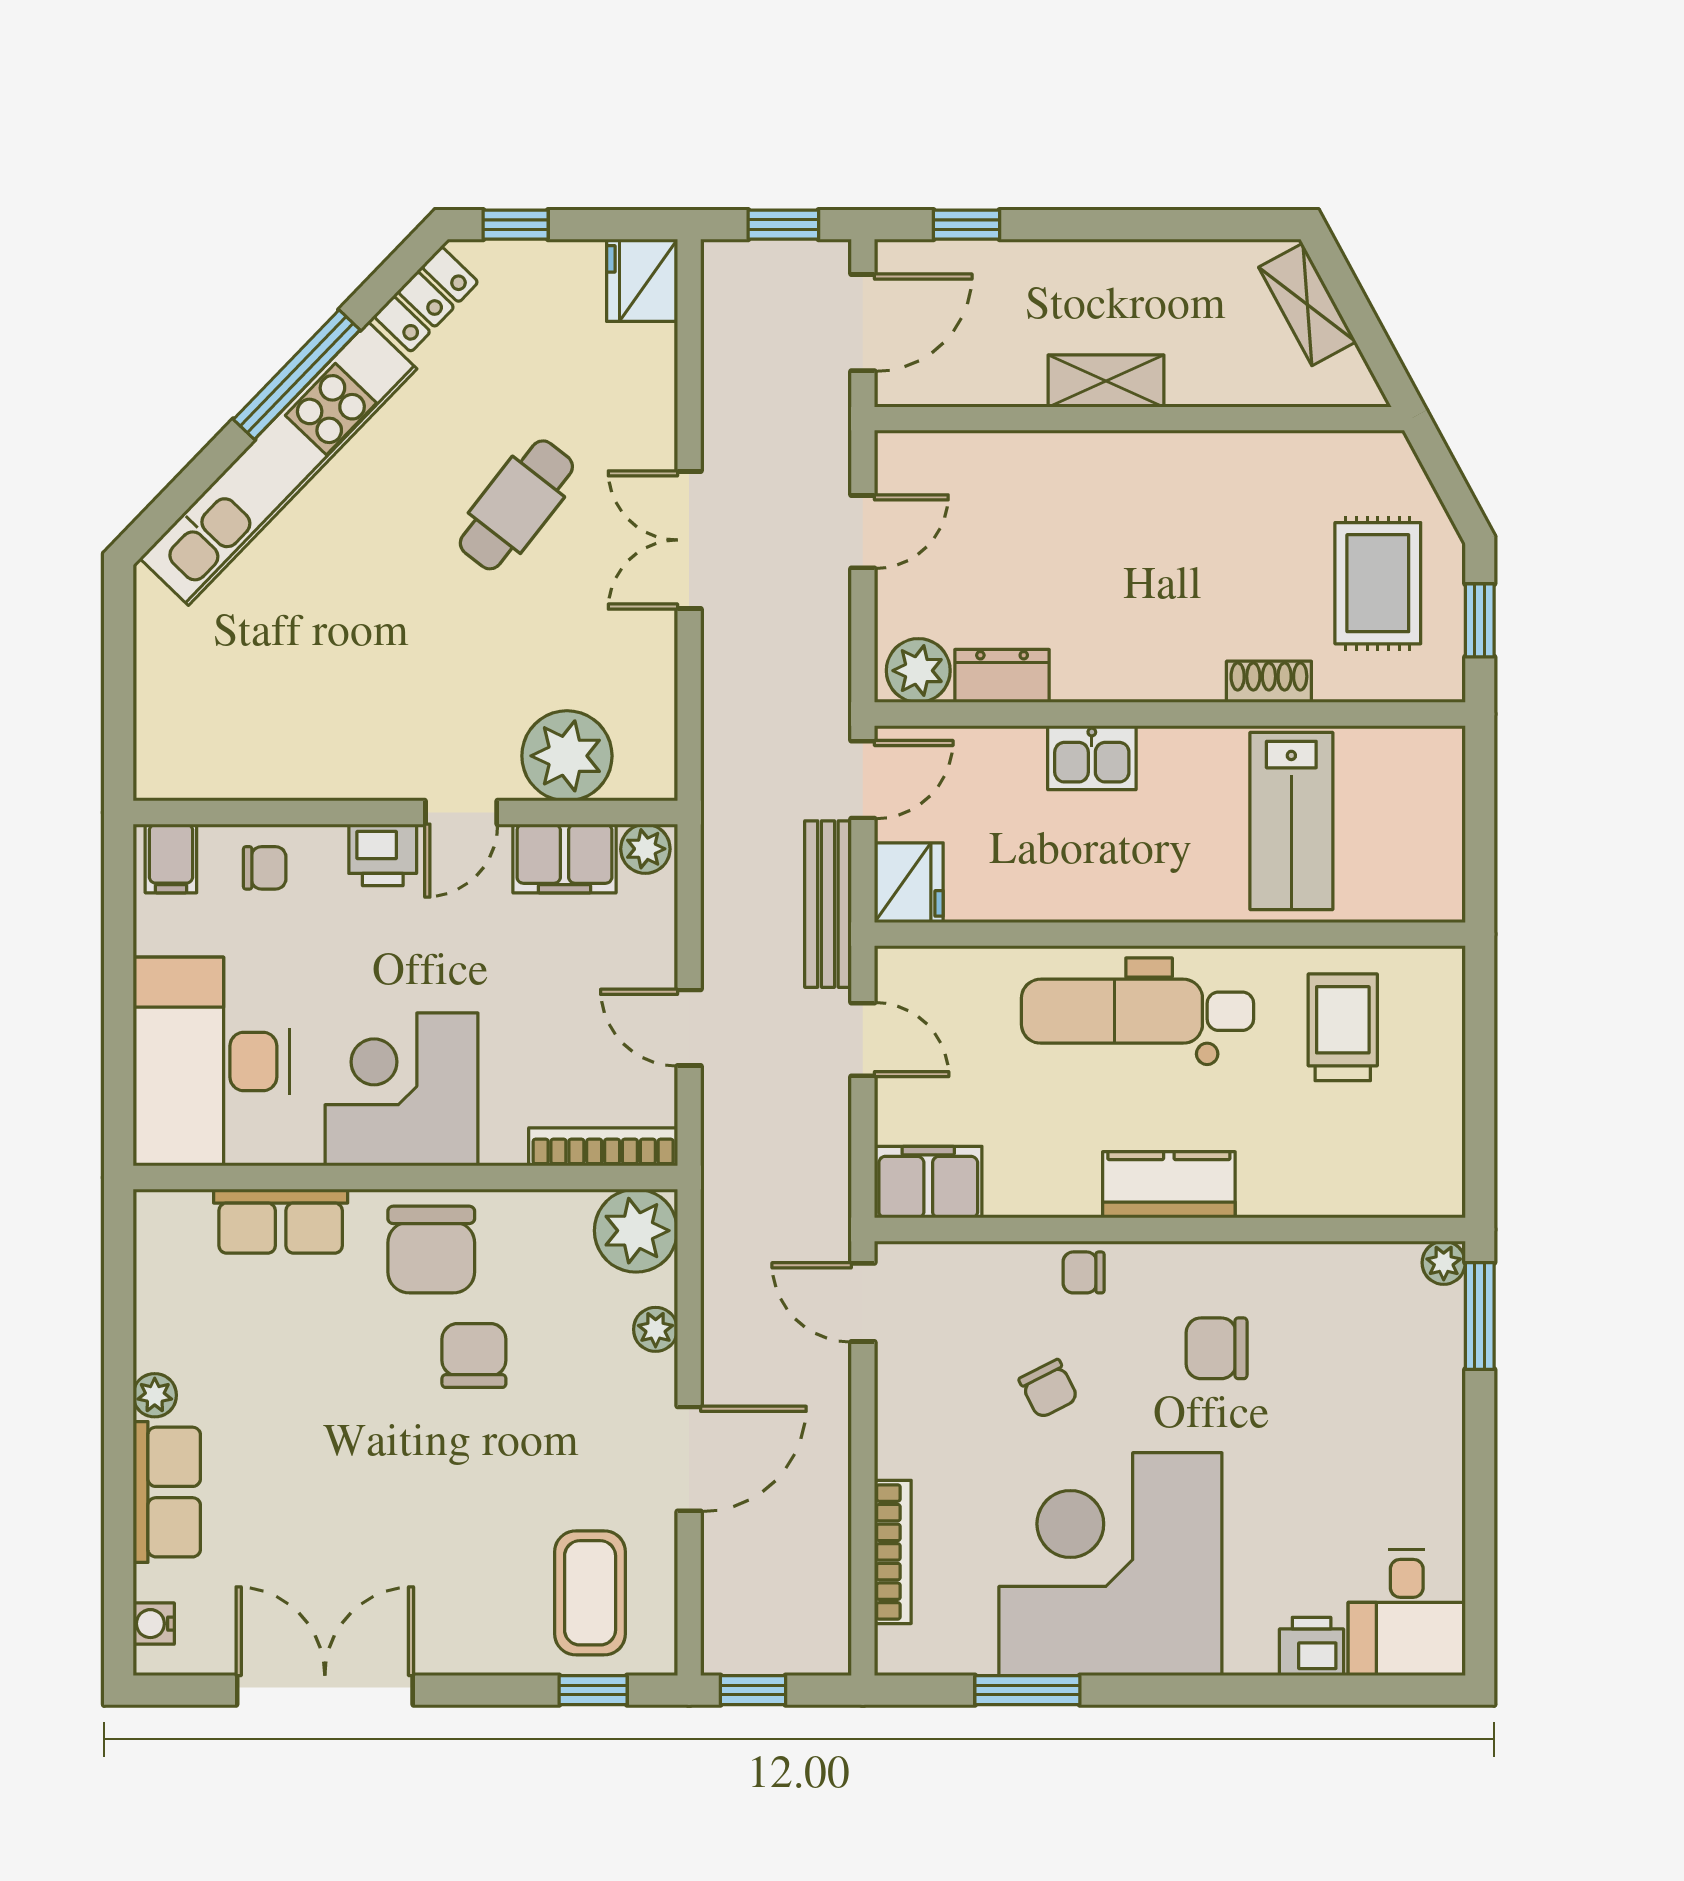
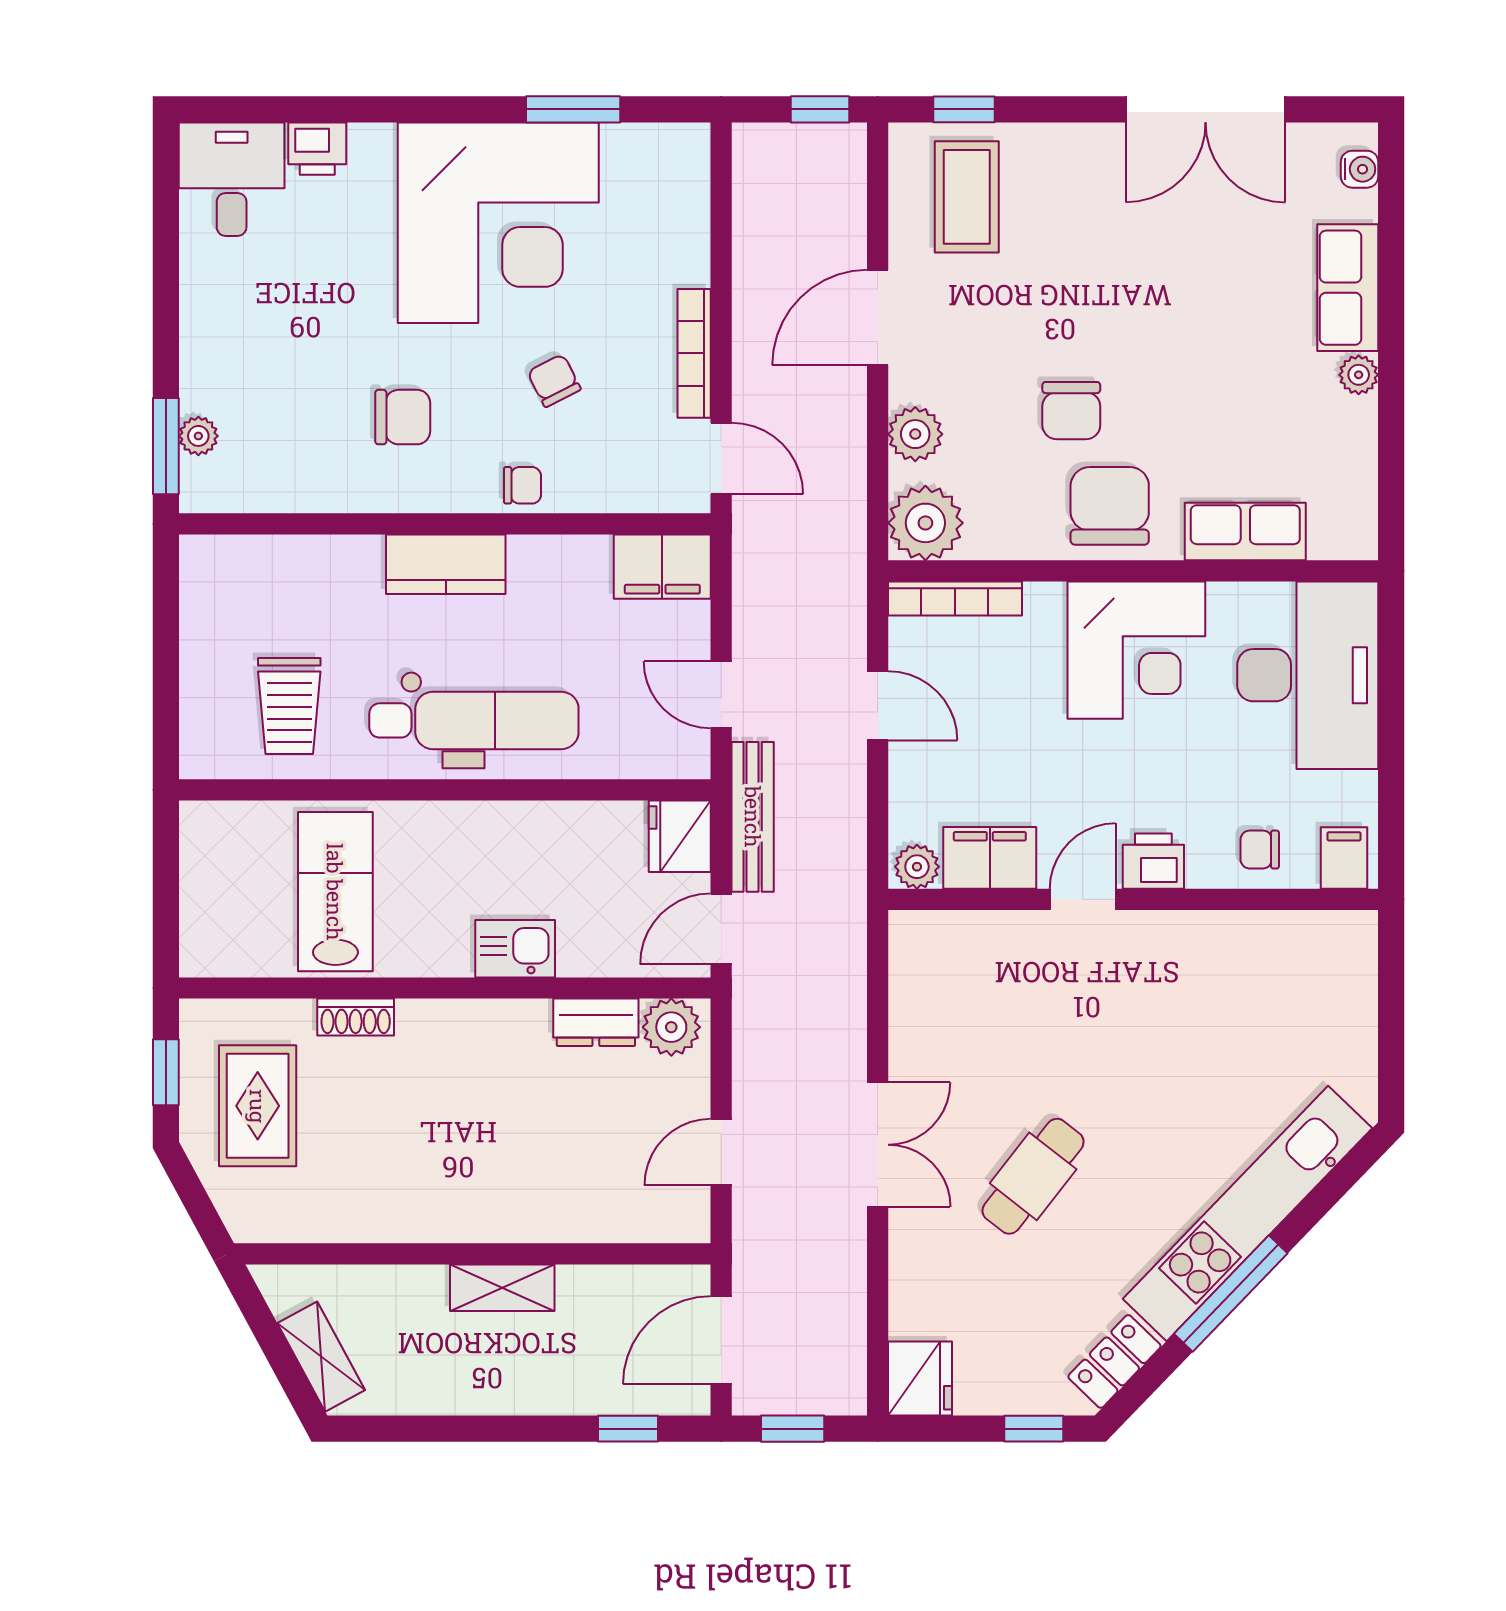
plant: (567, 756) -> (988, 950), removed
plant: (1444, 1263) -> (198, 436), moved
plant: (656, 1329) -> (915, 434), width x1.38, depth x1.38
bookcase: (893, 1552) -> (694, 353), moved

